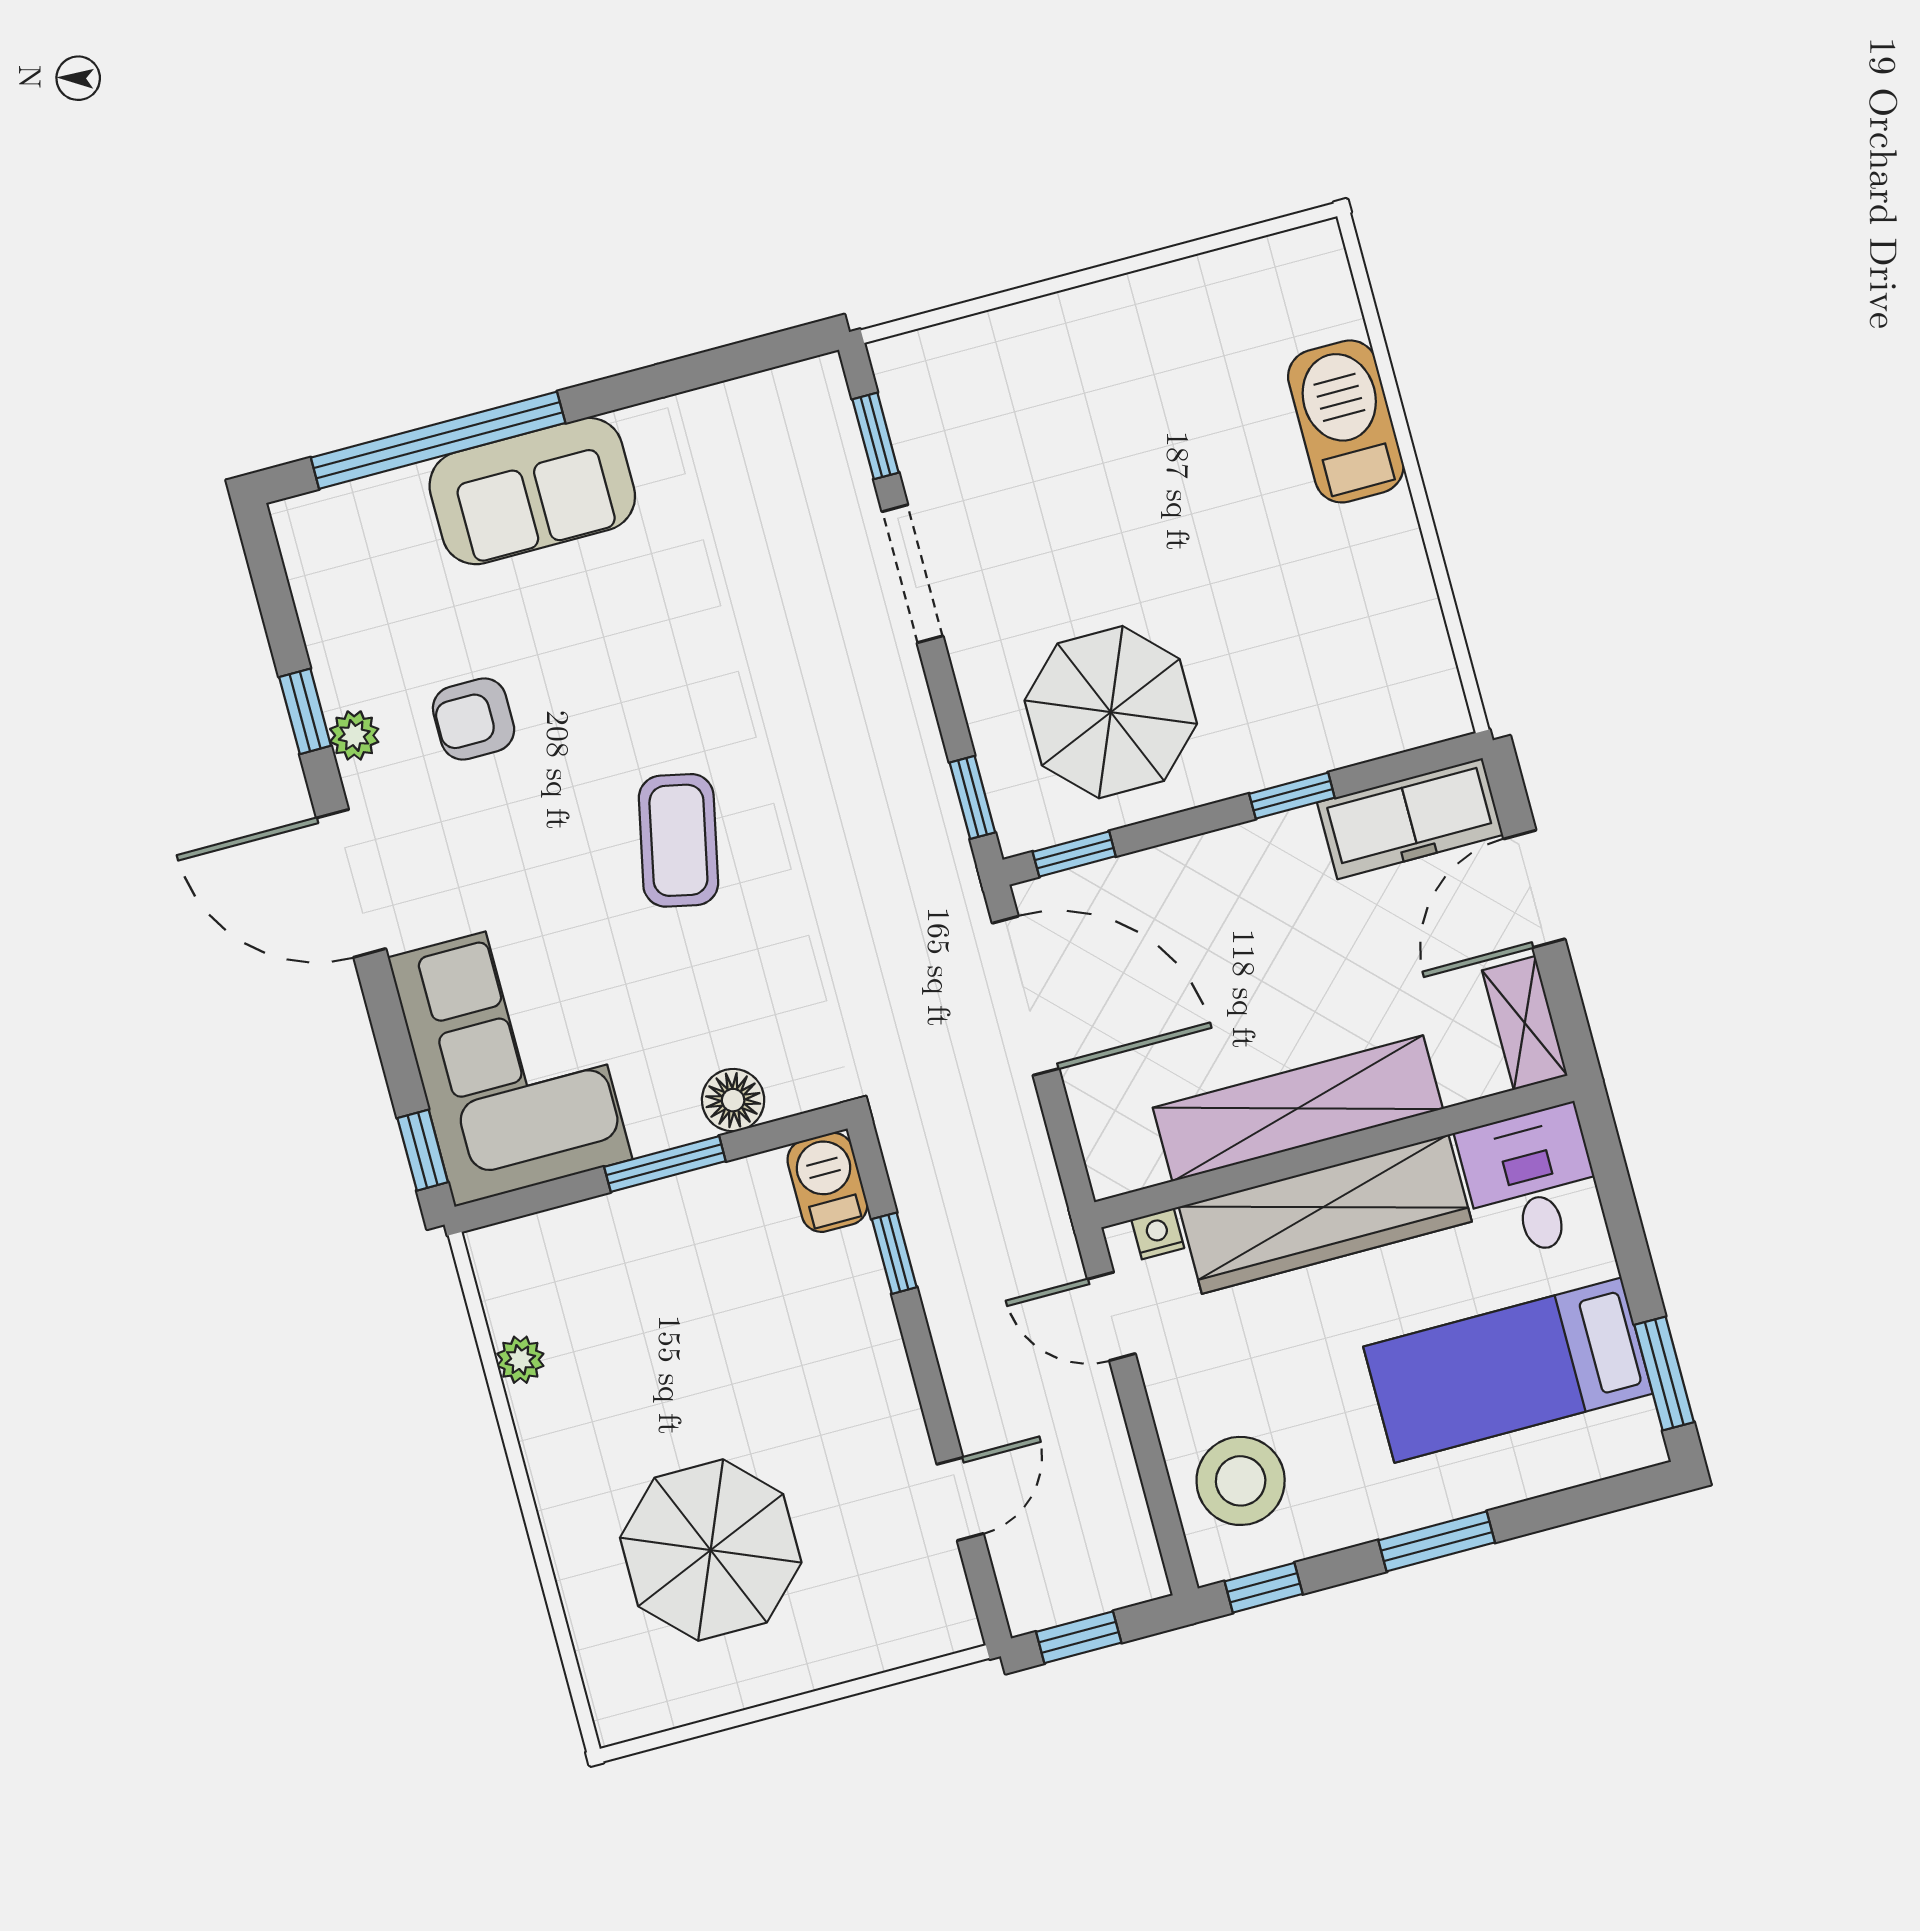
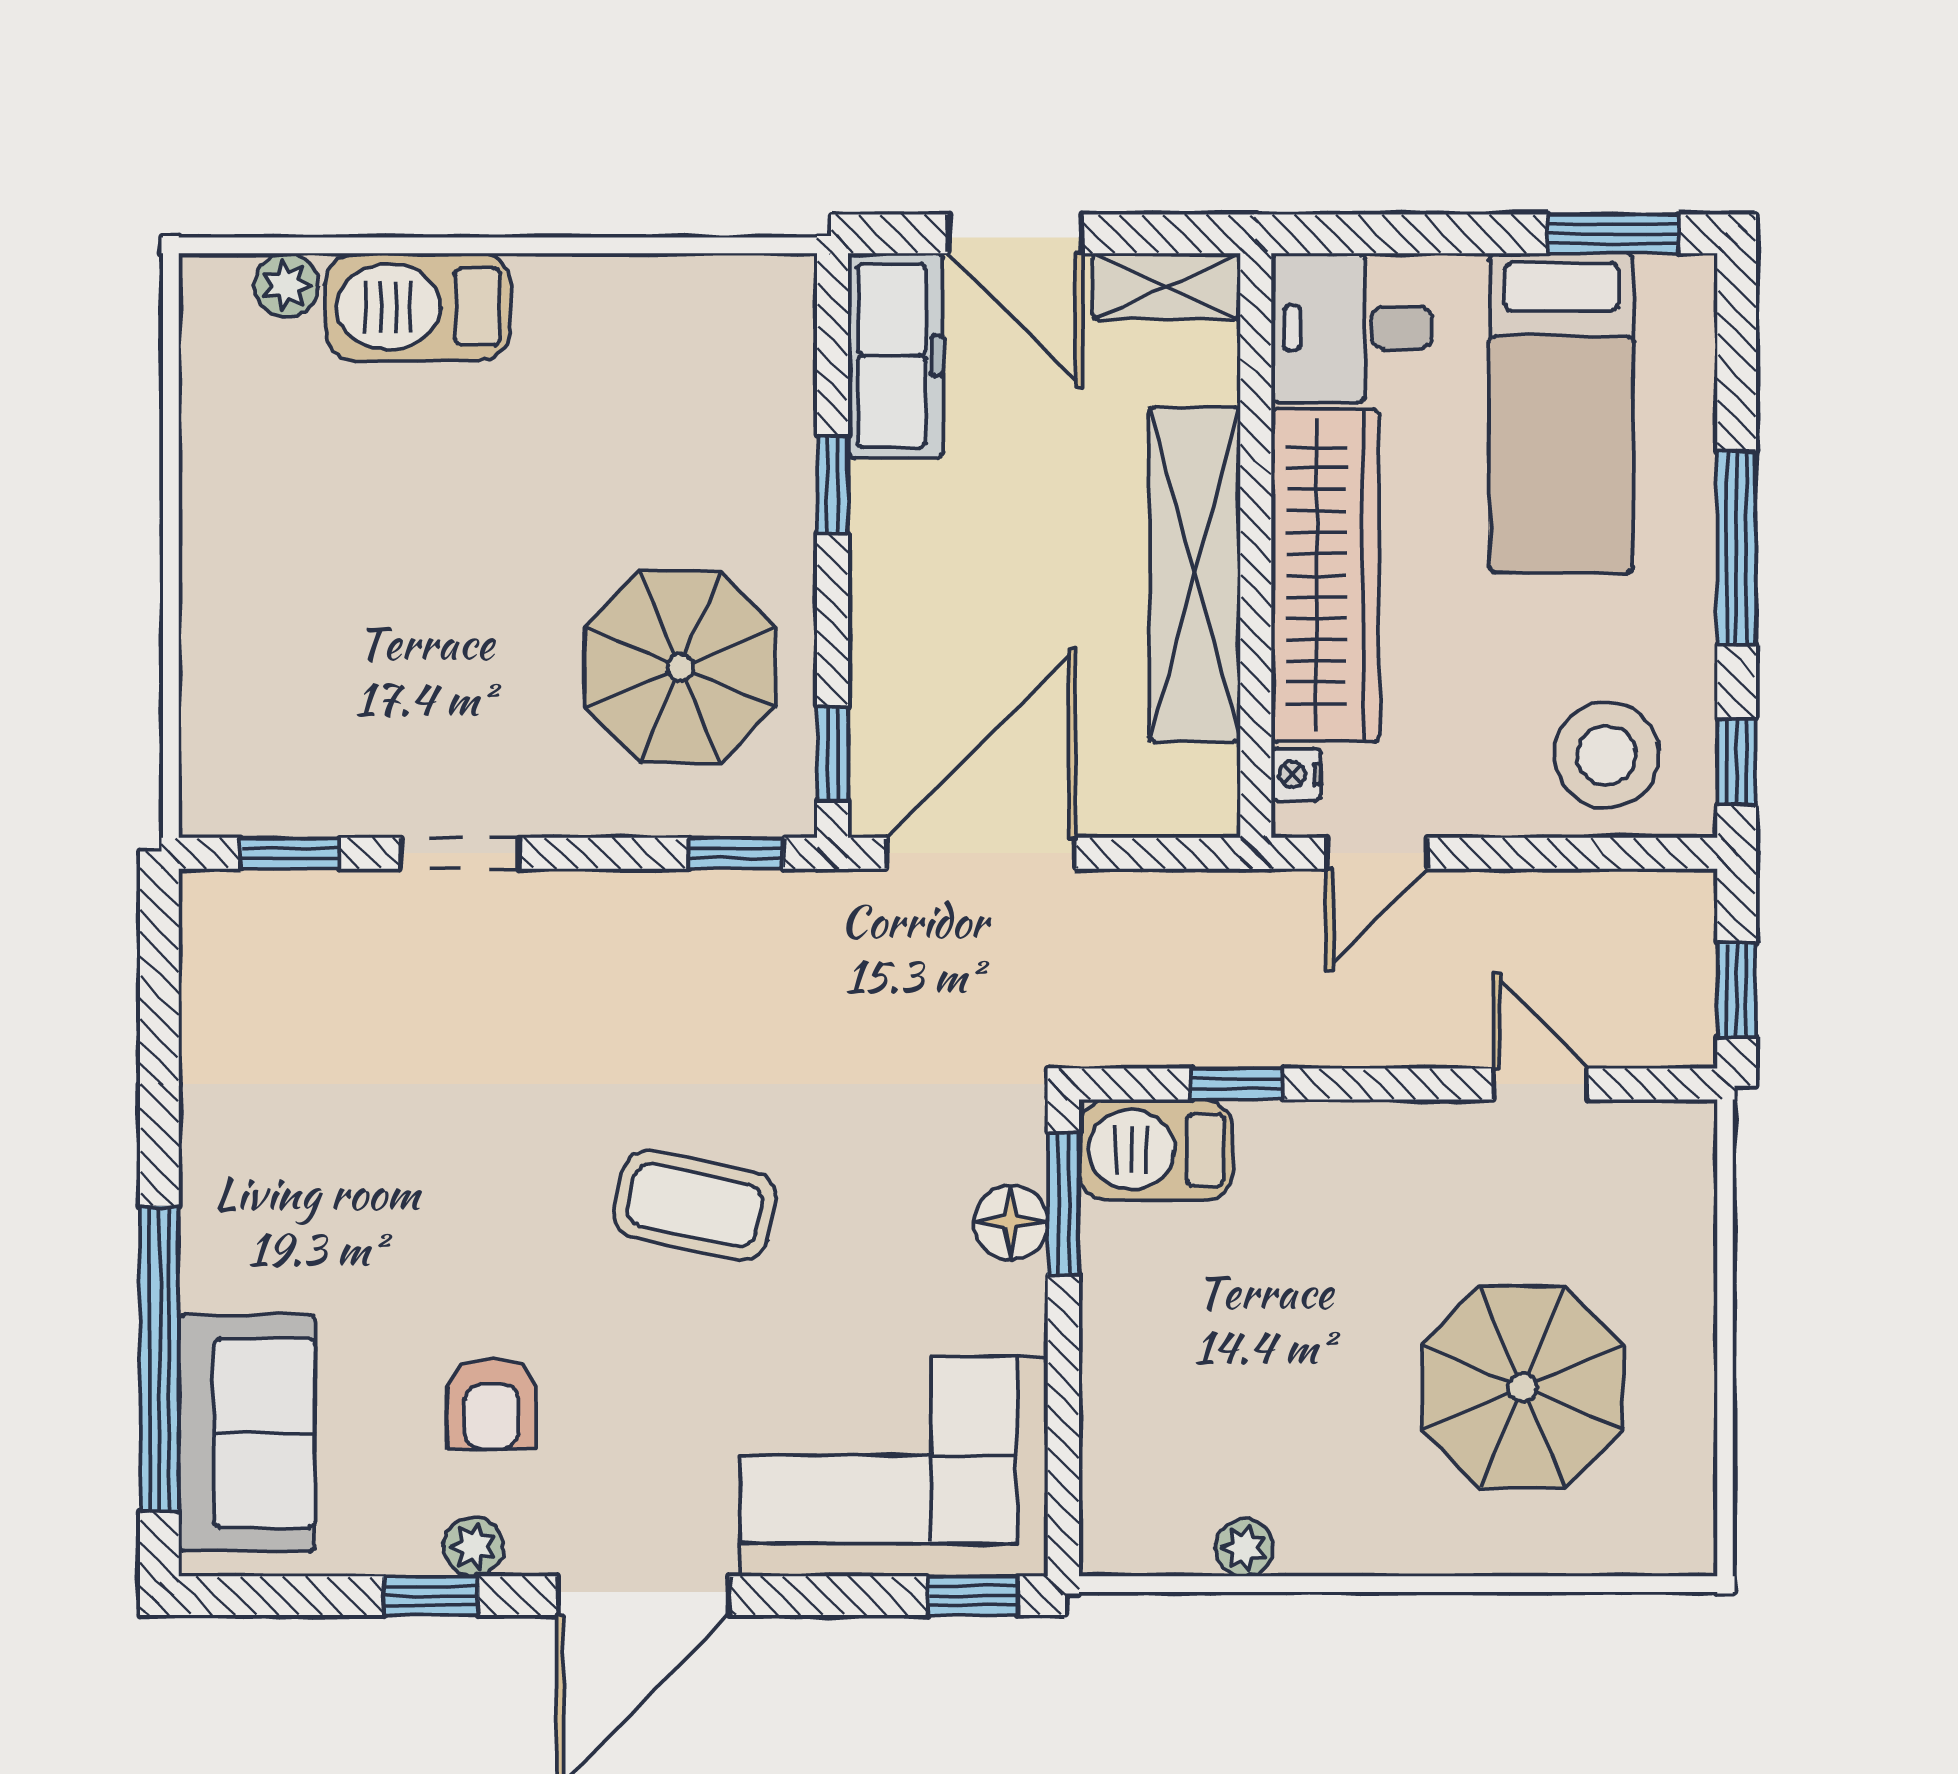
plant: (1335, 310) -> (287, 285), added
sofa: (532, 491) -> (247, 1433), moved
doorway: (912, 574) -> (460, 853), width x0.73
window: (665, 1164) -> (1063, 1203), moved
barbecue: (827, 1182) -> (1156, 1150), width x1.38, depth x1.27
window: (1437, 1541) -> (1737, 548), width x1.44

